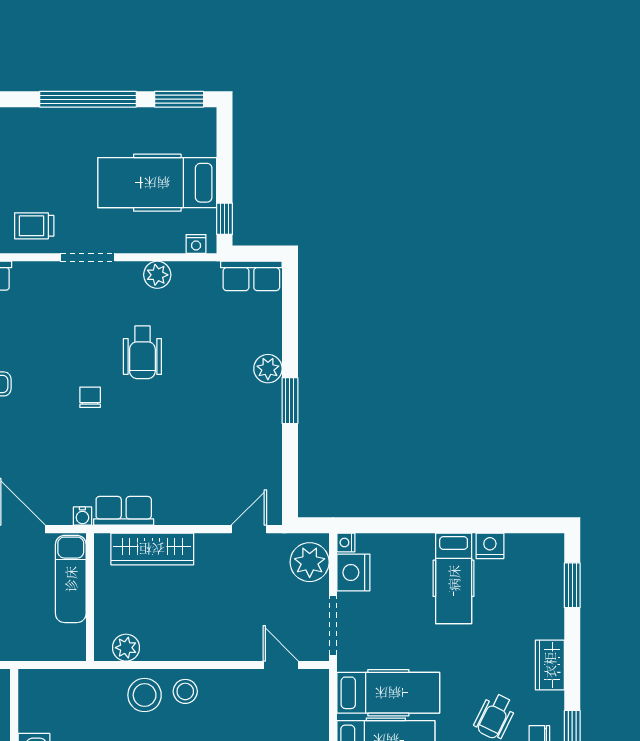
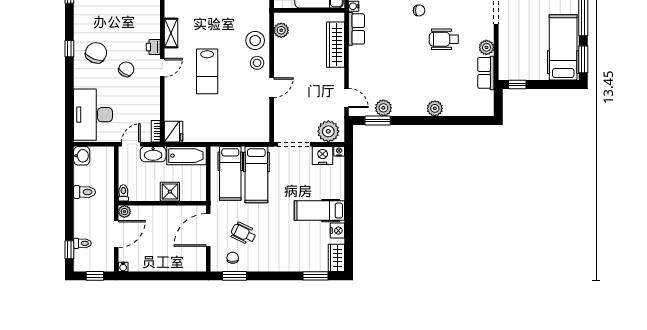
hospital bed: (157, 183) -> (563, 47), moved
nightstand: (196, 244) -> (503, 69), removed
row of seats: (251, 276) -> (486, 73), moved
window: (290, 401) -> (378, 120), moved
plant: (267, 462) -> (383, 108), added
door: (281, 665) -> (272, 88), moved
wardrobe: (550, 665) -> (336, 258), moved, turned -90

